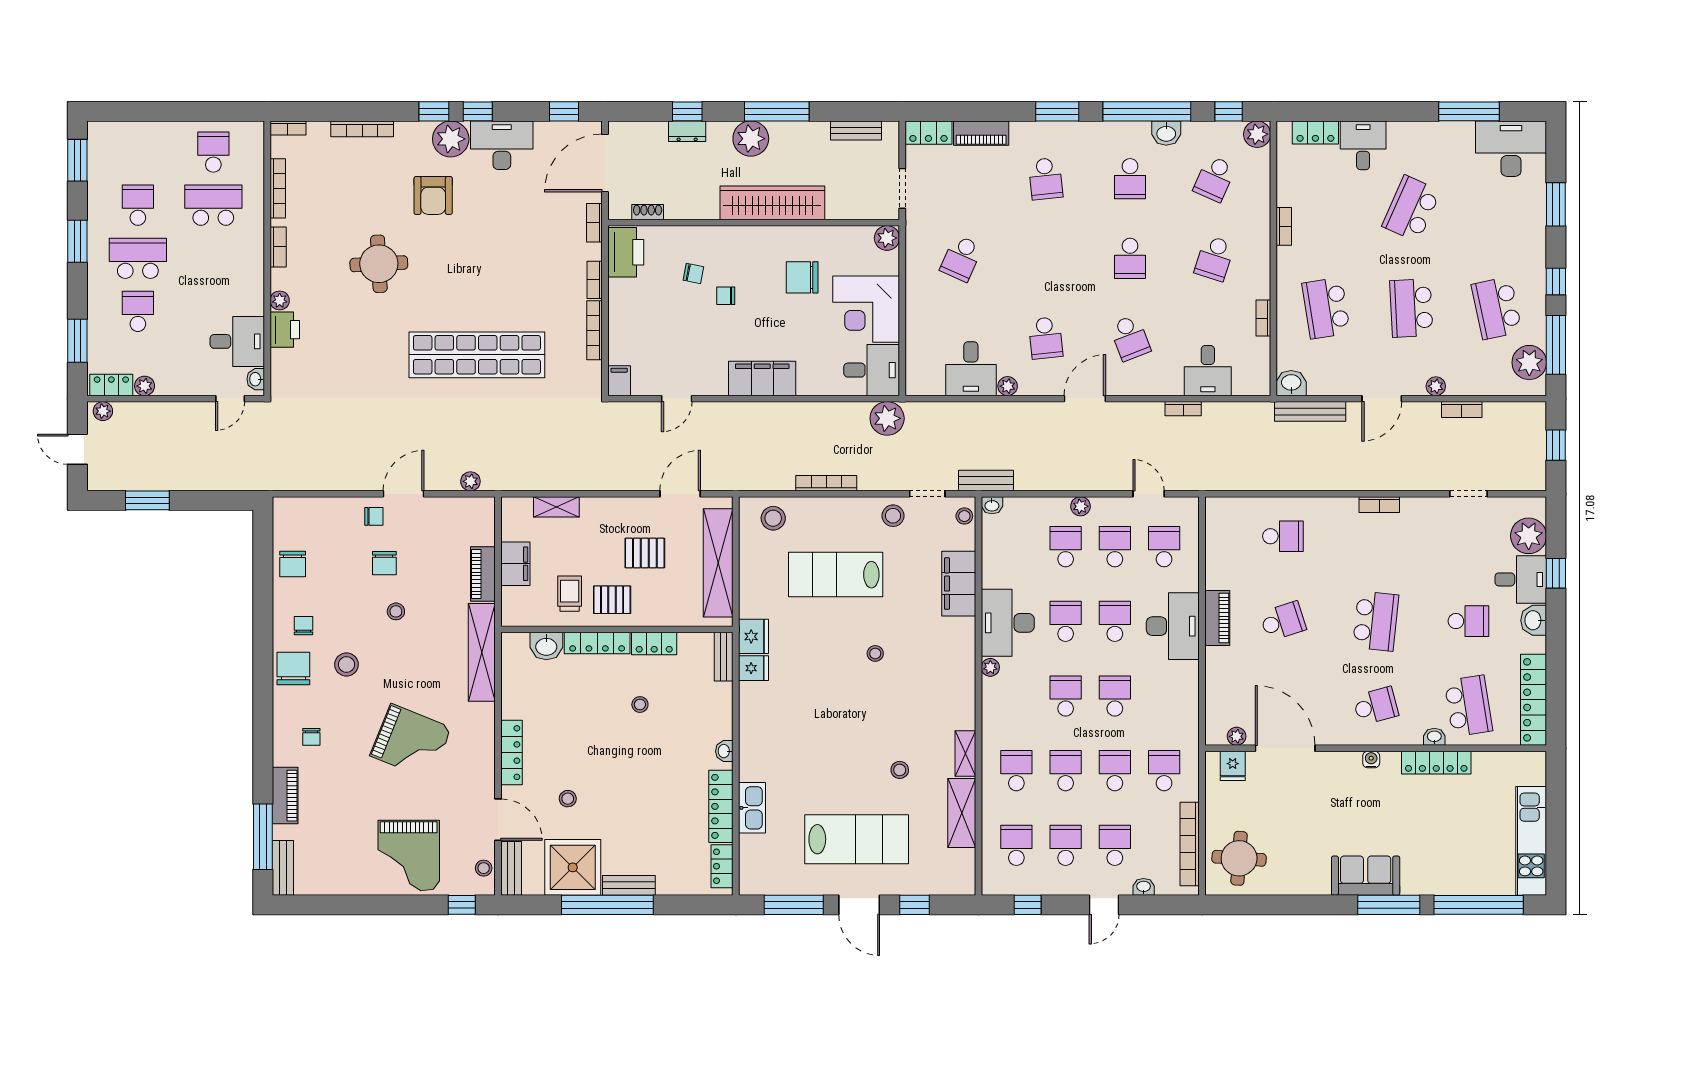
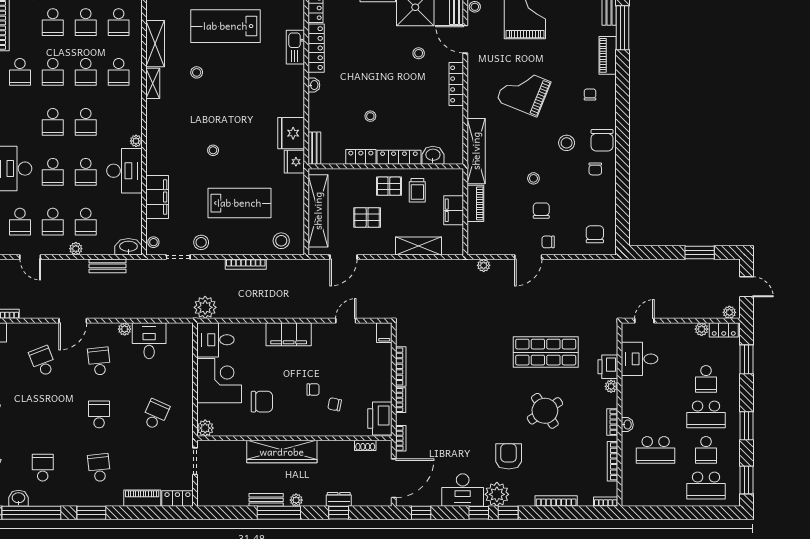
bench: (856, 131) -> (266, 500), moved
plant: (751, 139) -> (296, 500), width x0.53, depth x0.53
school desk: (213, 152) -> (706, 485), moved, width x1.85
school desk: (1130, 258) -> (99, 414), moved
round table: (379, 264) -> (545, 411), turned -30
shop shelf: (477, 355) -> (546, 352), moved, width x0.71
washbasin: (256, 379) -> (627, 425), moved
bench: (986, 480) -> (107, 266), moved
washbasin: (992, 505) -> (128, 247), width x1.91, depth x1.45
shelving: (556, 507) -> (419, 246), width x1.50, depth x1.33
chair: (293, 564) -> (595, 234), moved
fridge: (753, 668) -> (291, 133), width x1.88, depth x1.34

